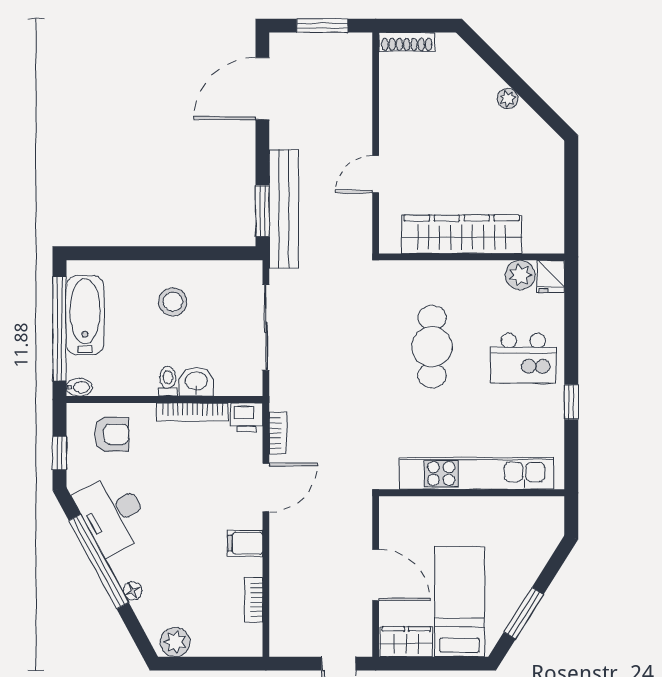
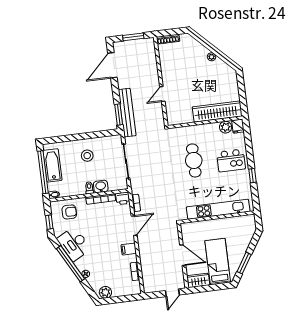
wardrobe: (462, 234) -> (217, 112), moved

